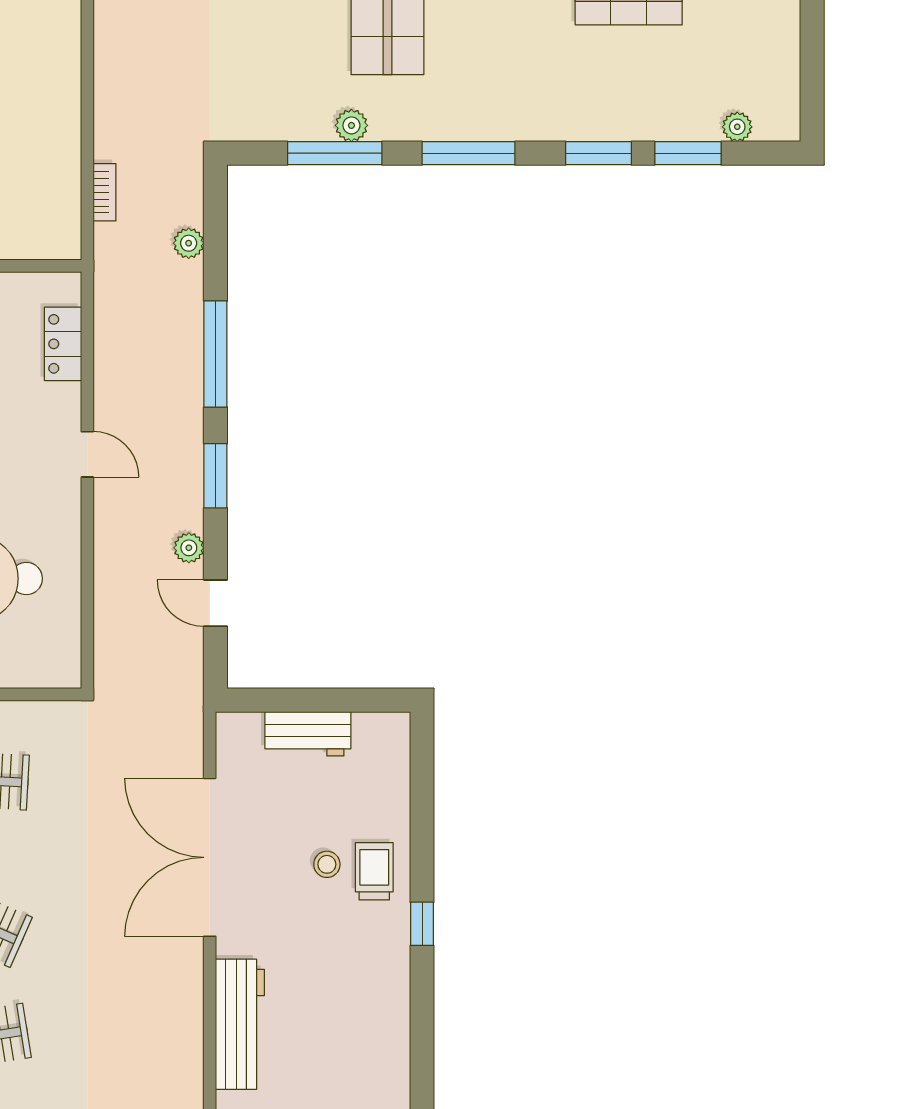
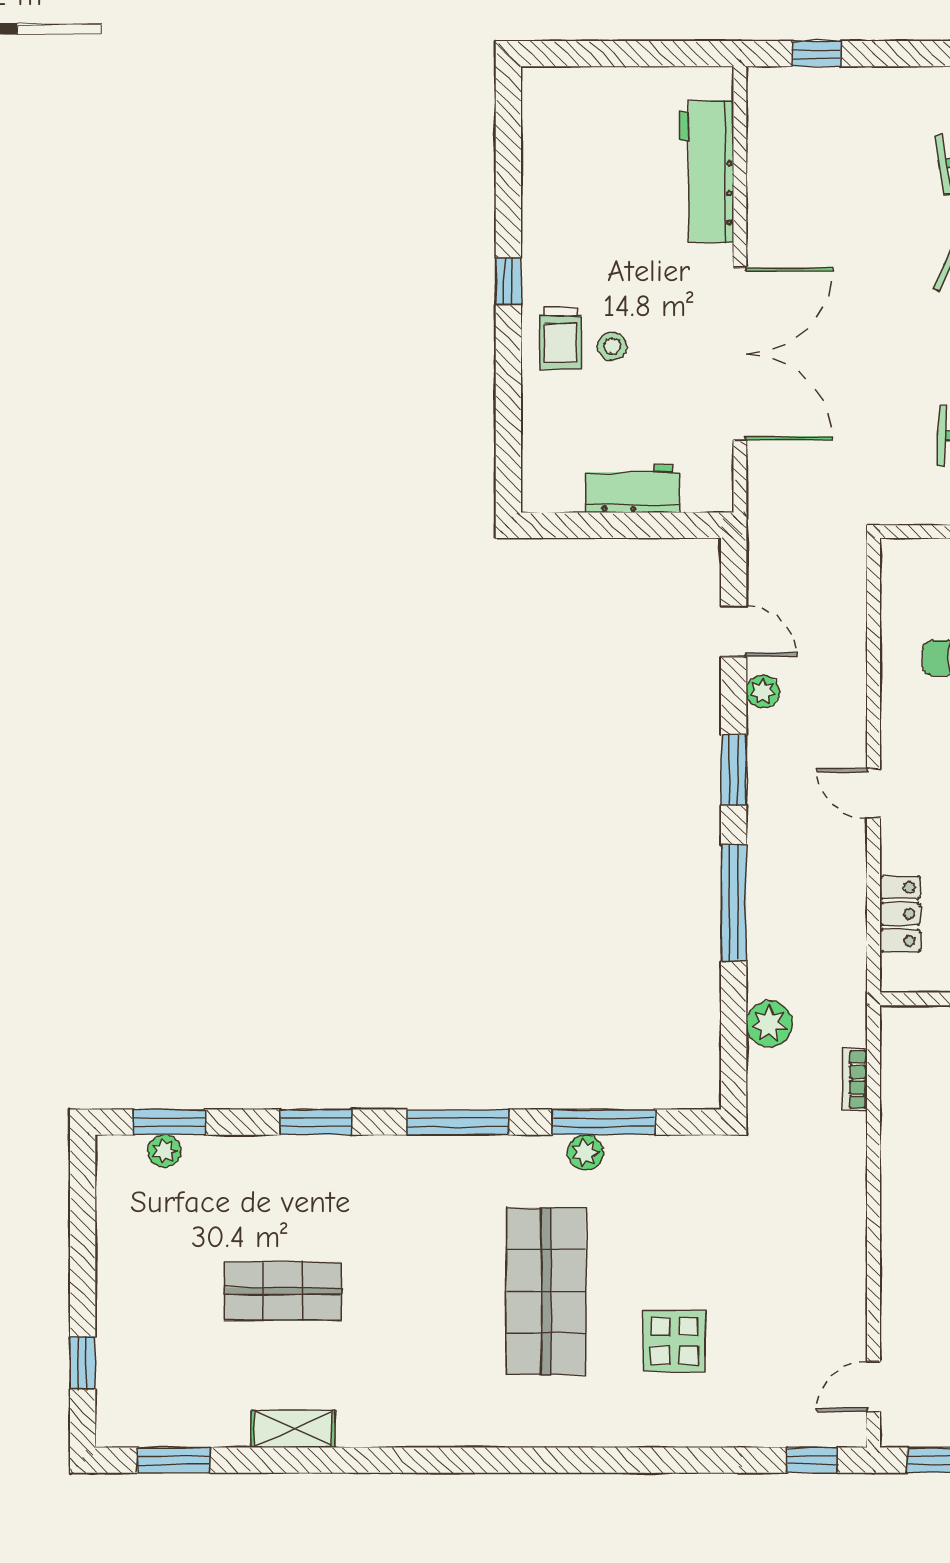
window: (688, 153) -> (169, 1122), moved
plant: (189, 243) -> (769, 1024), width x1.38, depth x1.38

